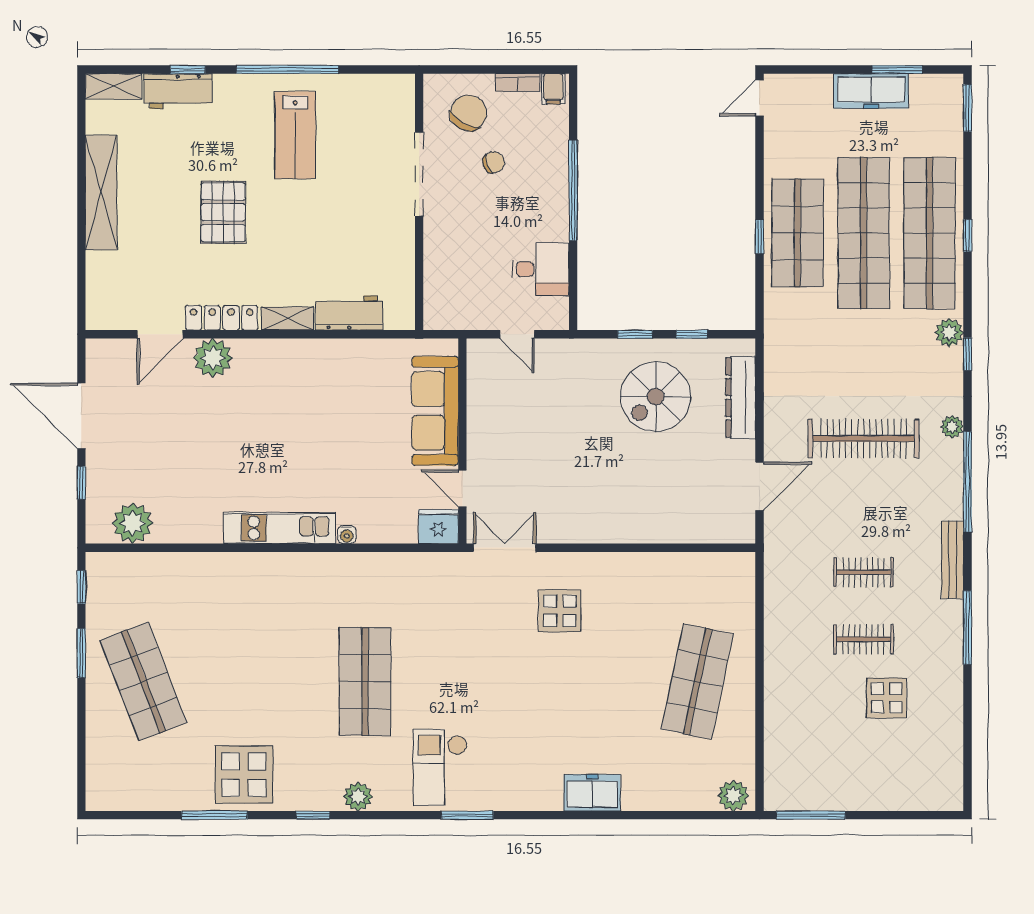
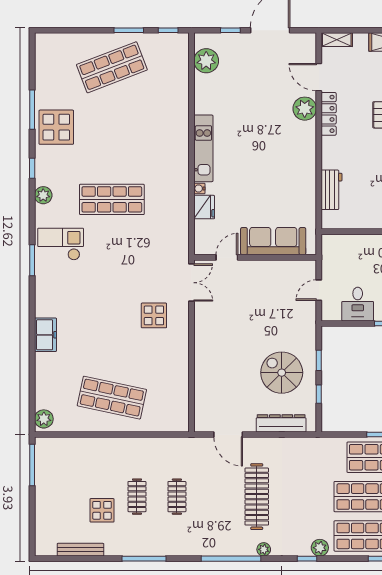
shelving: (287, 318) -> (337, 40), moved, turned 90
fridge: (438, 527) -> (204, 207), moved
bench: (953, 560) -> (80, 550), moved

